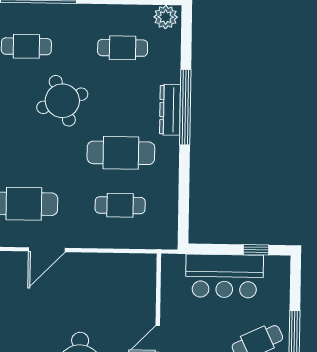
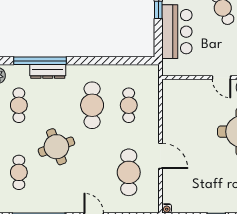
window: (185, 107) -> (40, 61), moved
dresser: (170, 110) -> (48, 71), moved

